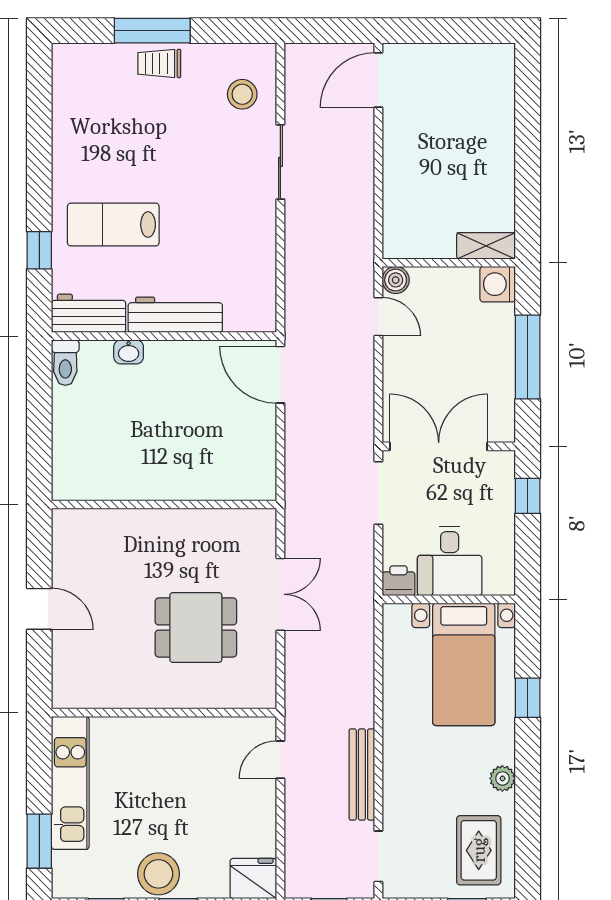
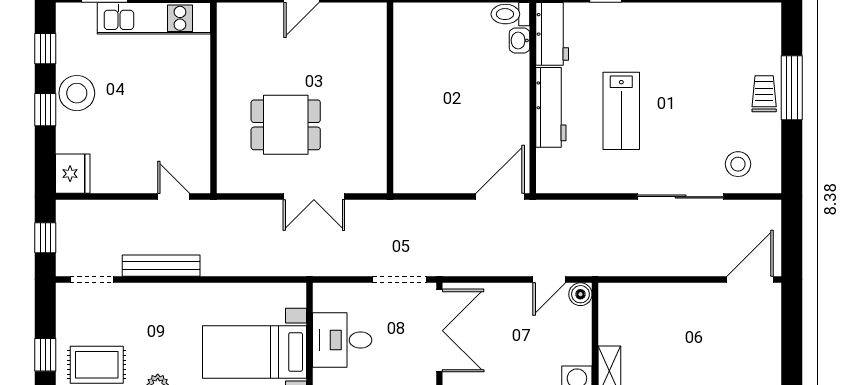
door: (378, 80) -> (750, 280), hinge flipped
sliding door: (280, 162) -> (681, 197), width x1.37
lab bench: (113, 224) -> (621, 111), moved, turned 180
washbasin: (129, 352) -> (519, 41), moved
printer: (398, 581) -> (325, 297), removed
dining table: (196, 628) -> (286, 125), turned 90

